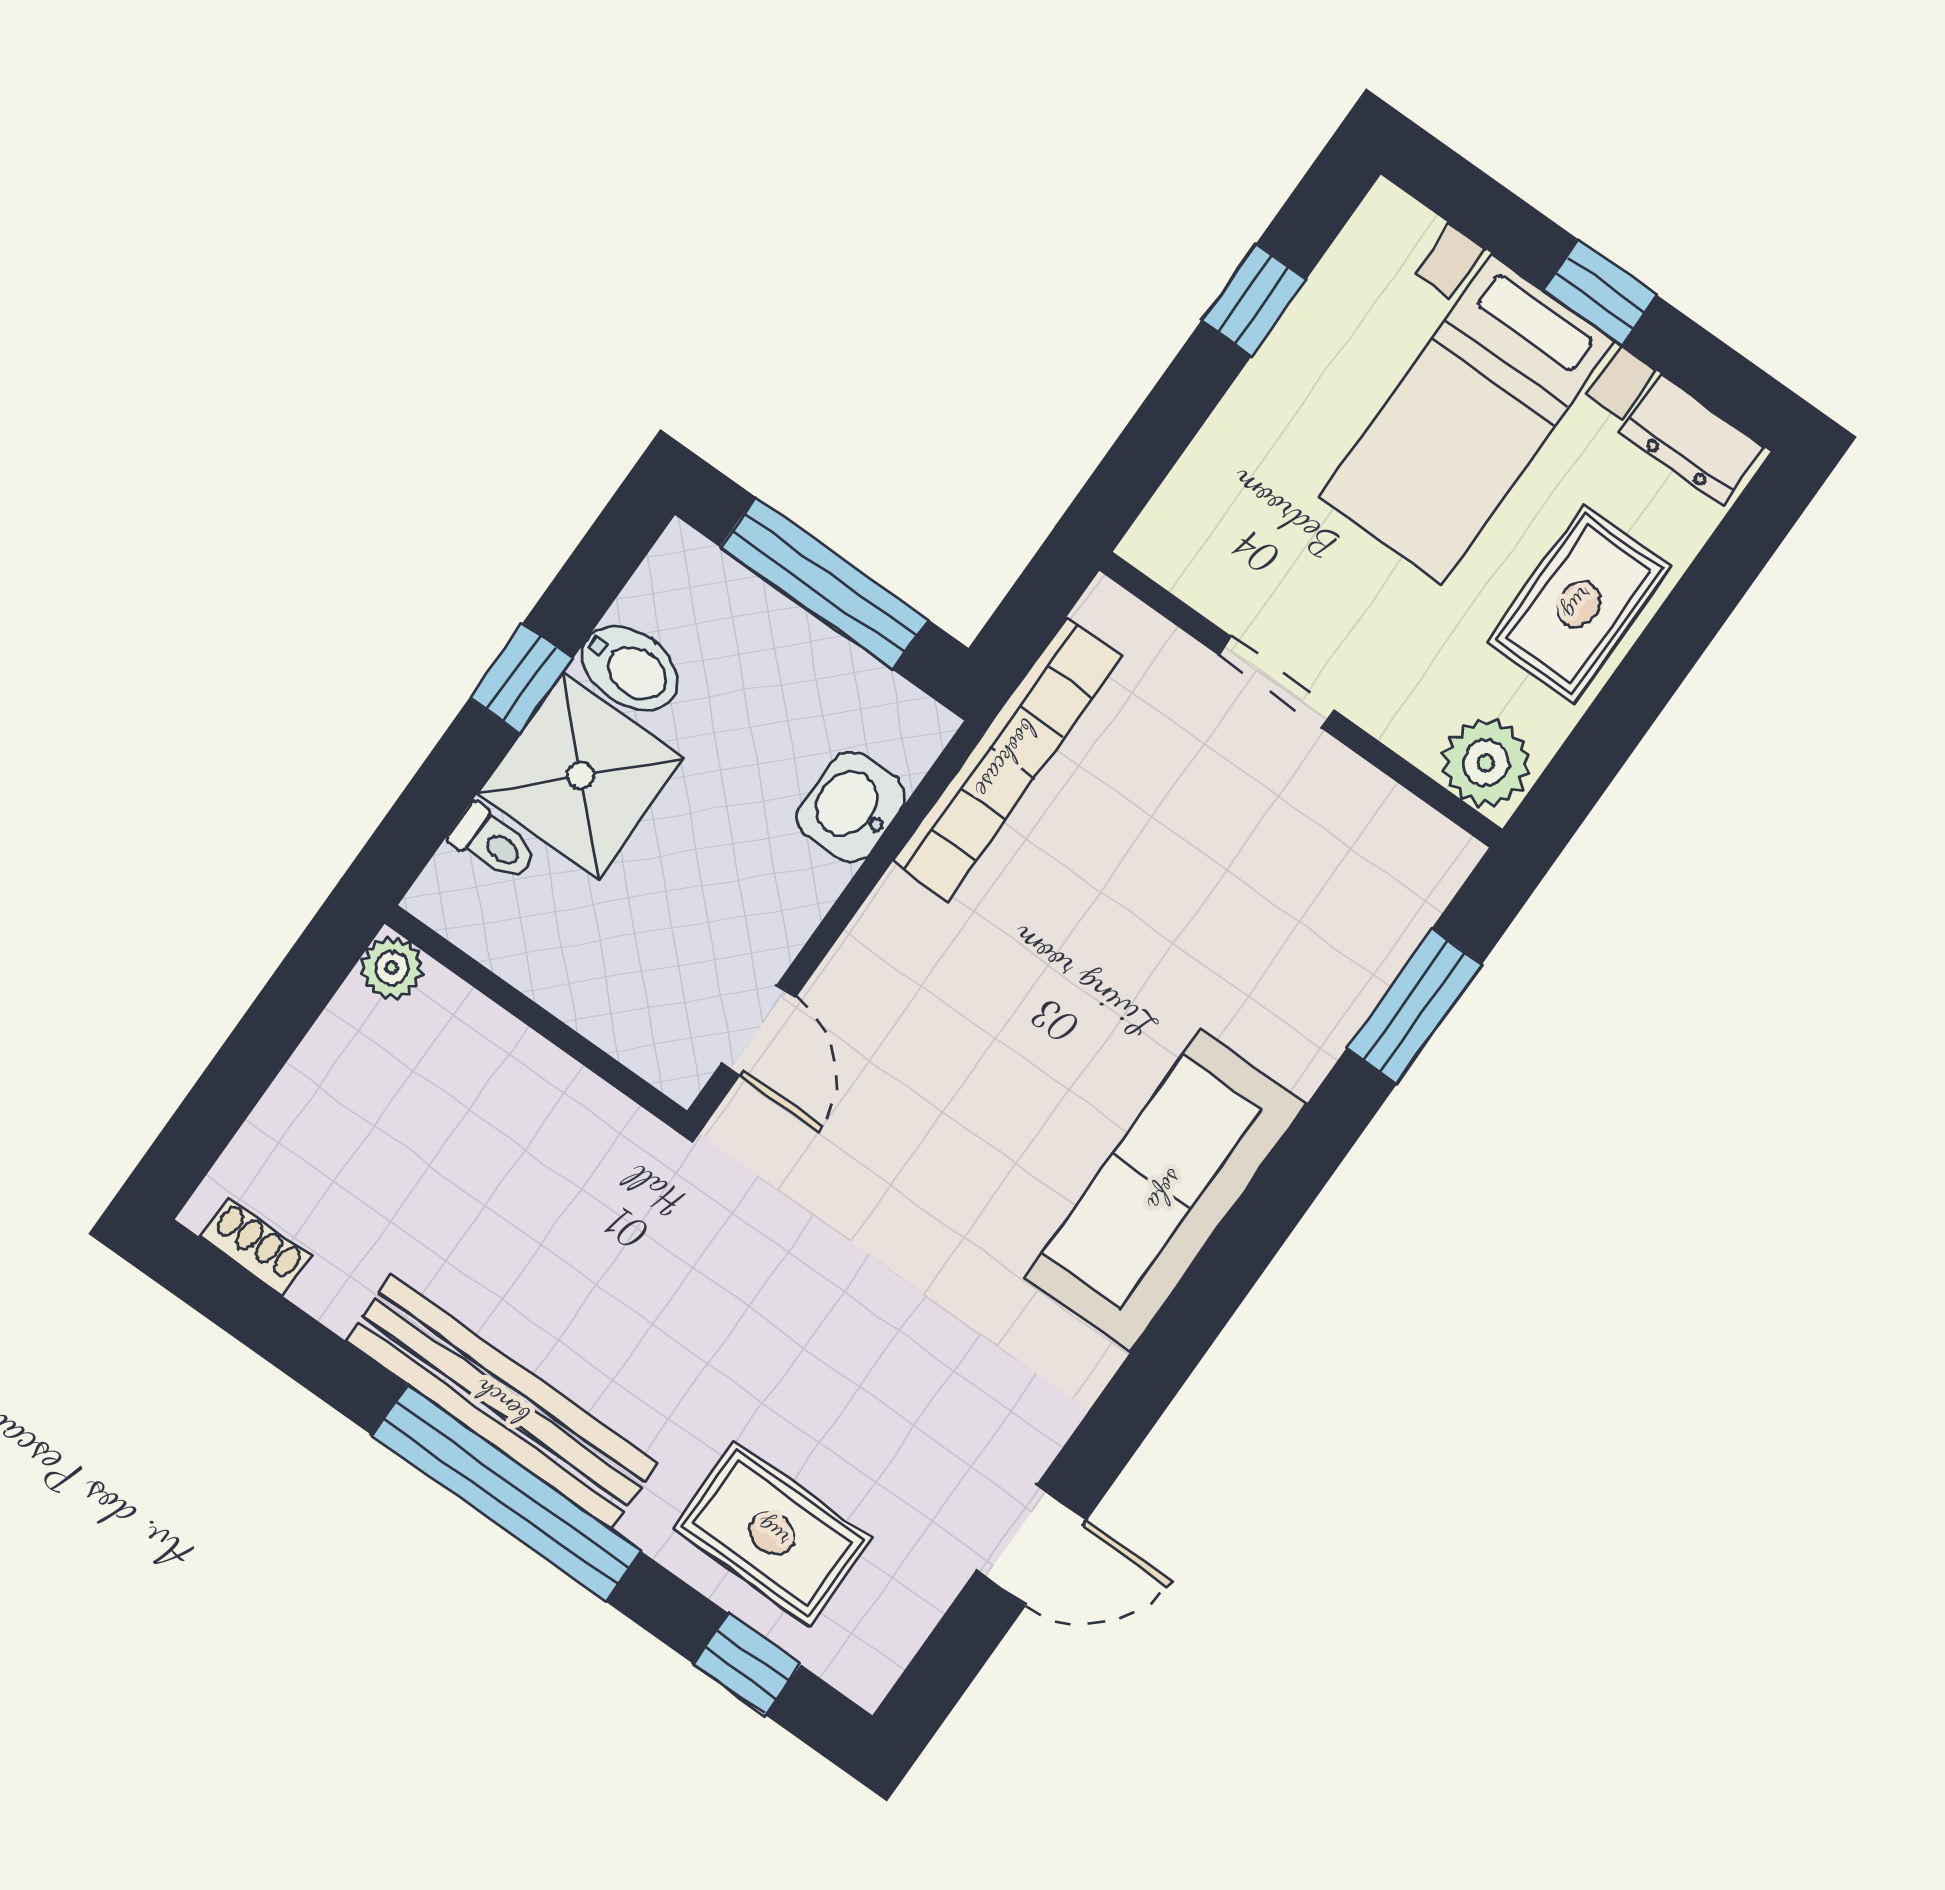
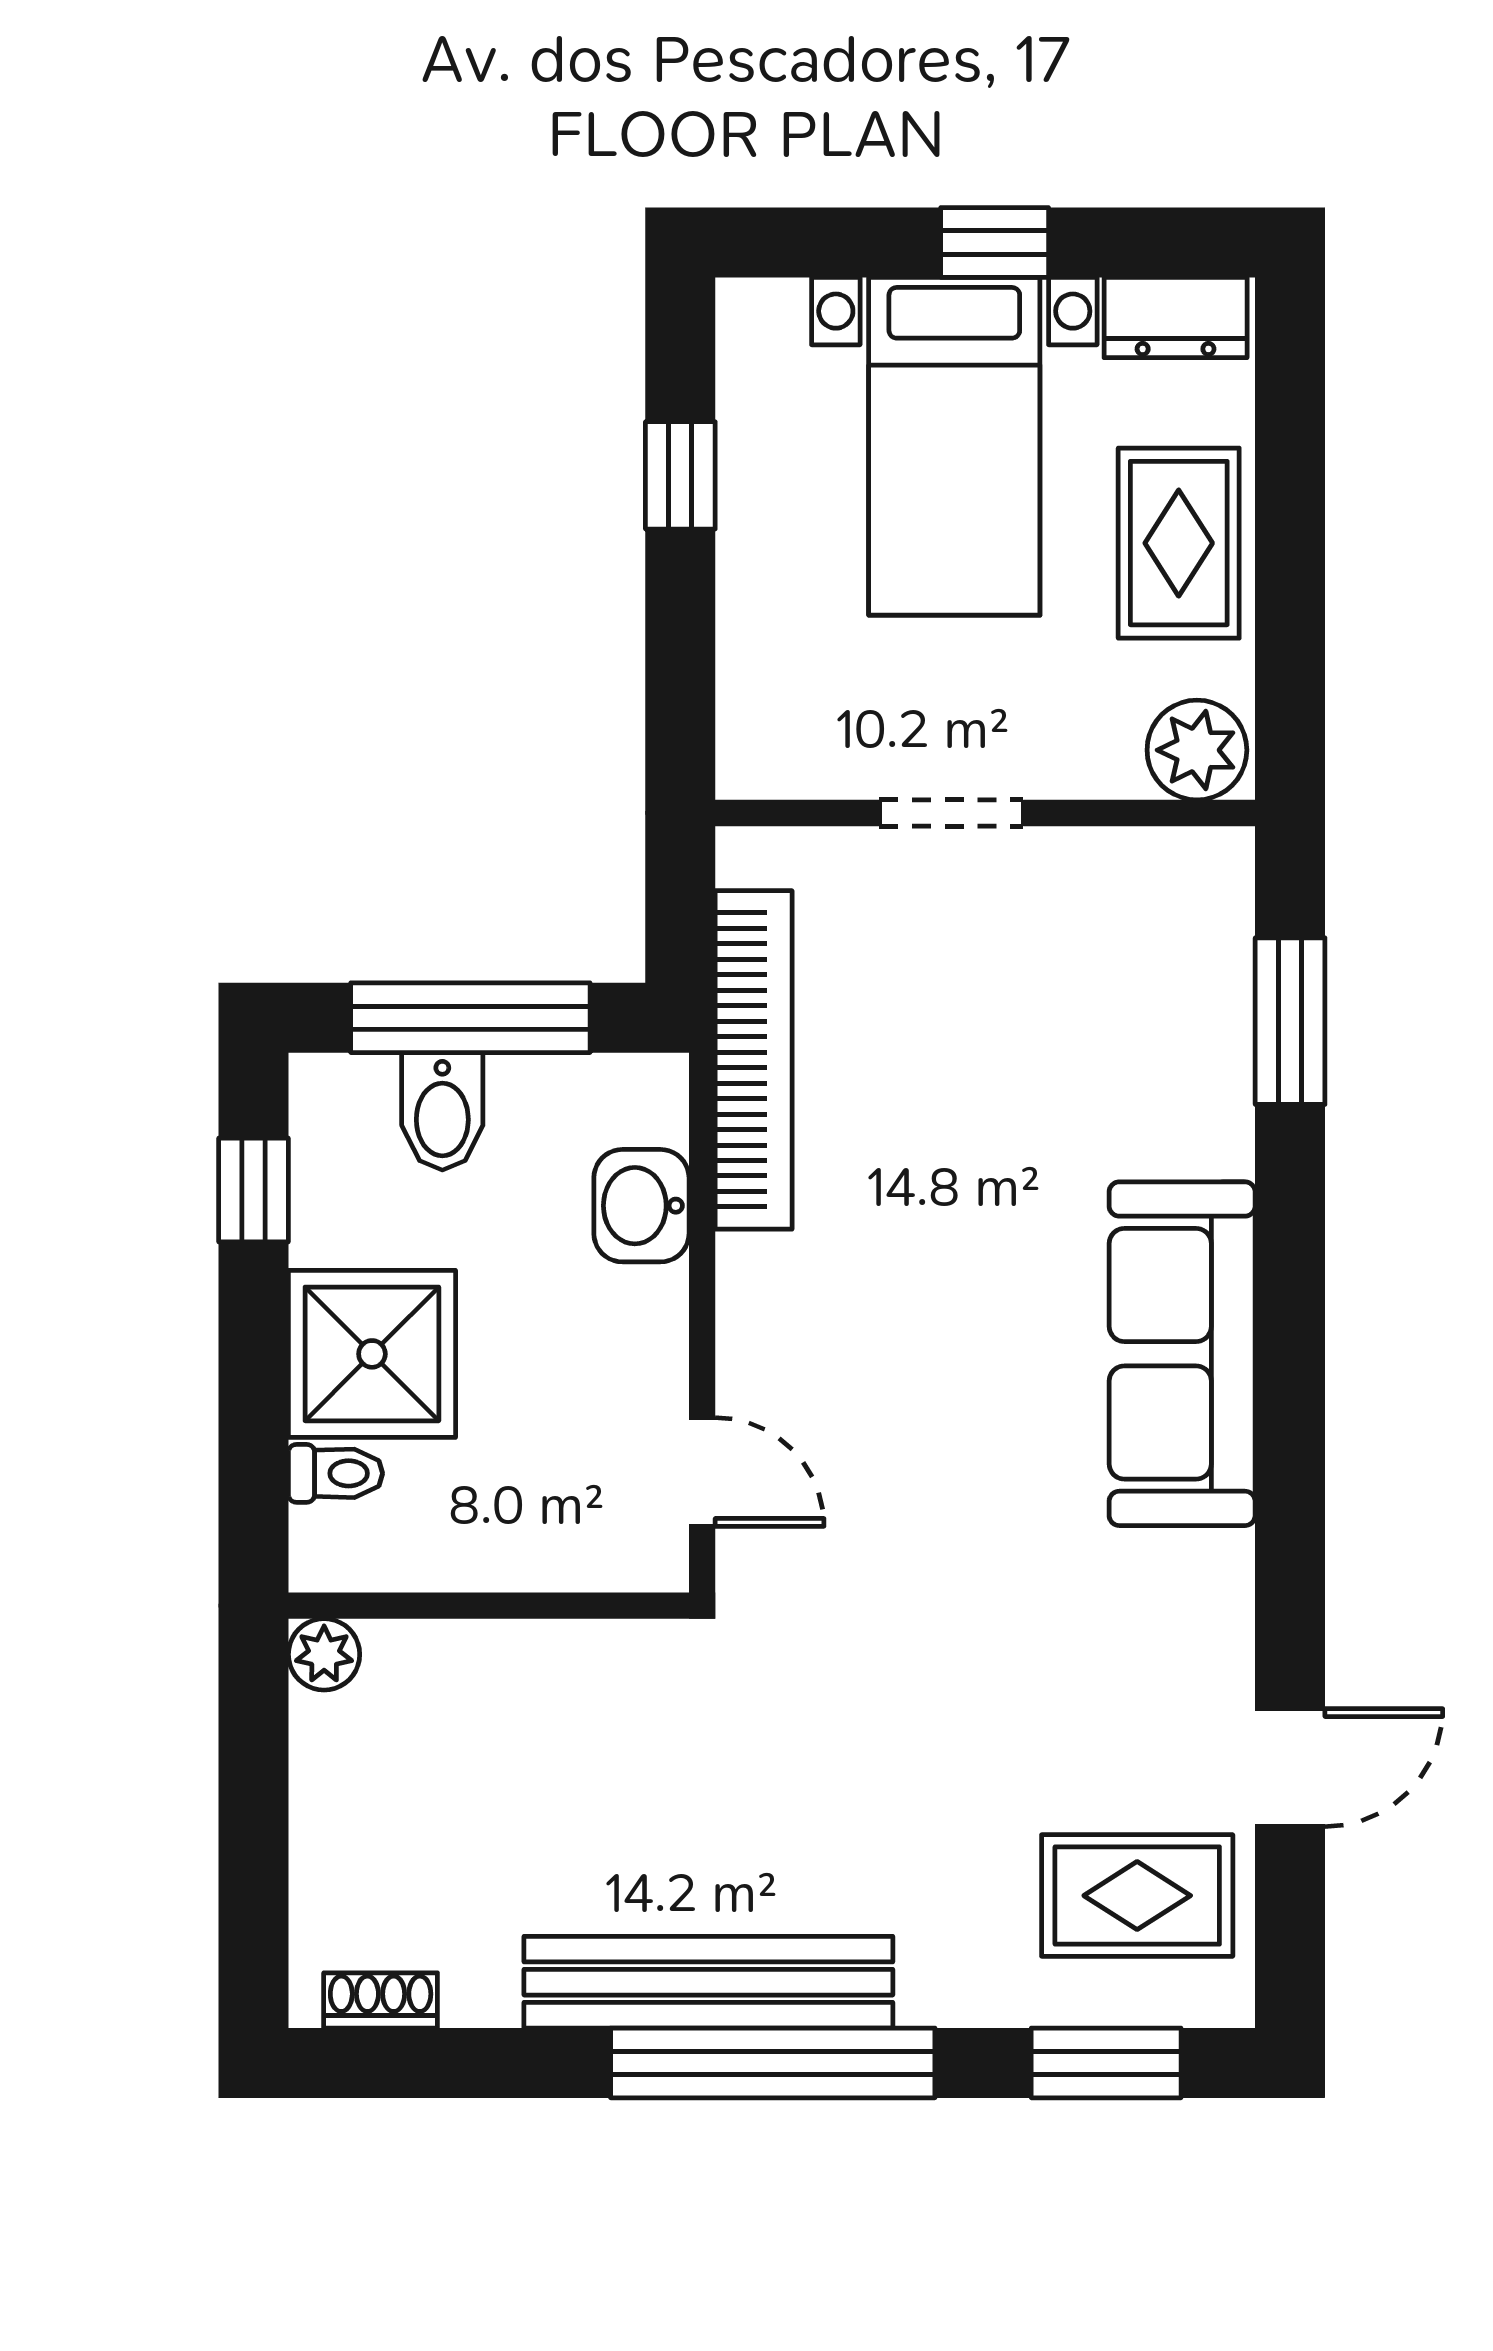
bidet: (630, 668) -> (442, 1111), moved, turned 90
window: (521, 678) -> (254, 1190), moved
rug: (772, 1533) -> (1137, 1896), moved
window: (747, 1664) -> (1106, 2063), width x1.50

